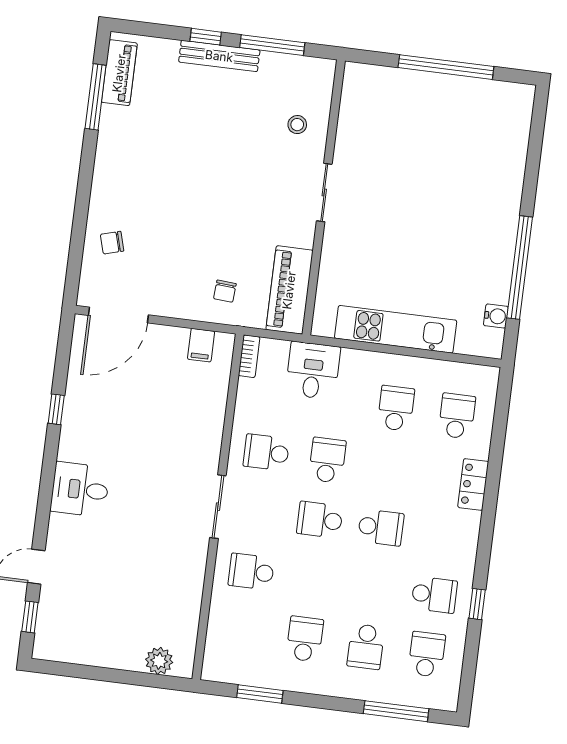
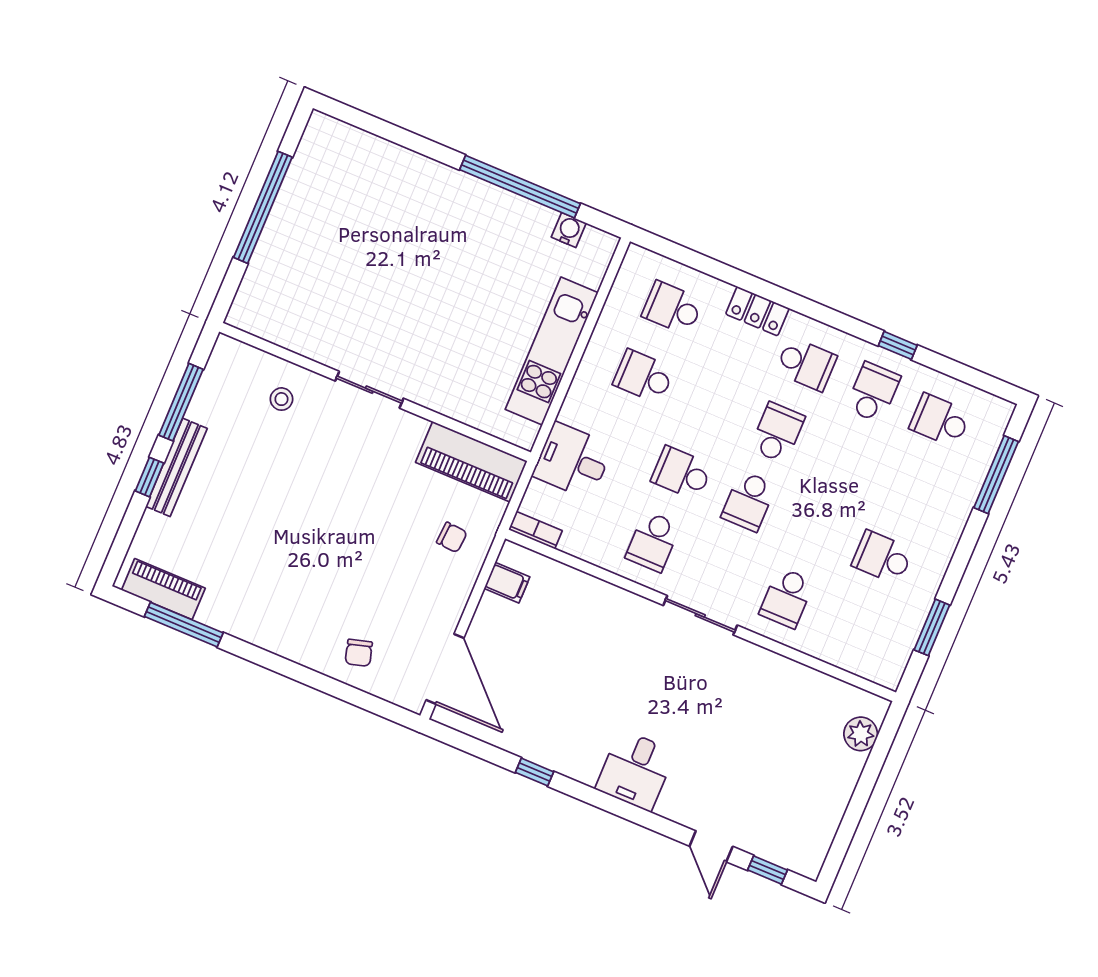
school desk: (366, 647) -> (806, 364), moved

